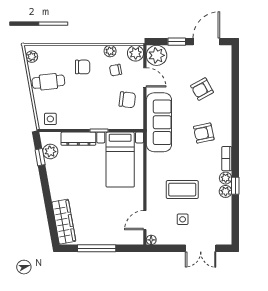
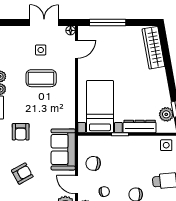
sofa: (159, 122) -> (63, 149), width x0.73
armchair: (204, 133) -> (21, 132), turned 102
window: (97, 248) -> (108, 22), moved
double door: (201, 248) -> (44, 22), moved

